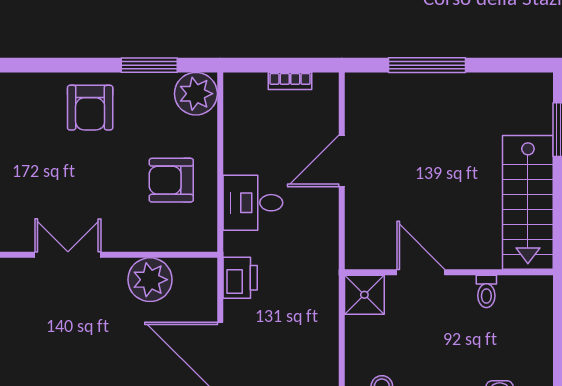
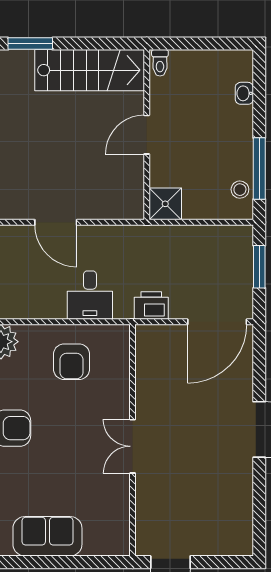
door: (421, 272) -> (147, 135), moved
plant: (150, 280) -> (153, 379), removed
toilet: (486, 291) -> (160, 63), moved, turned 90

